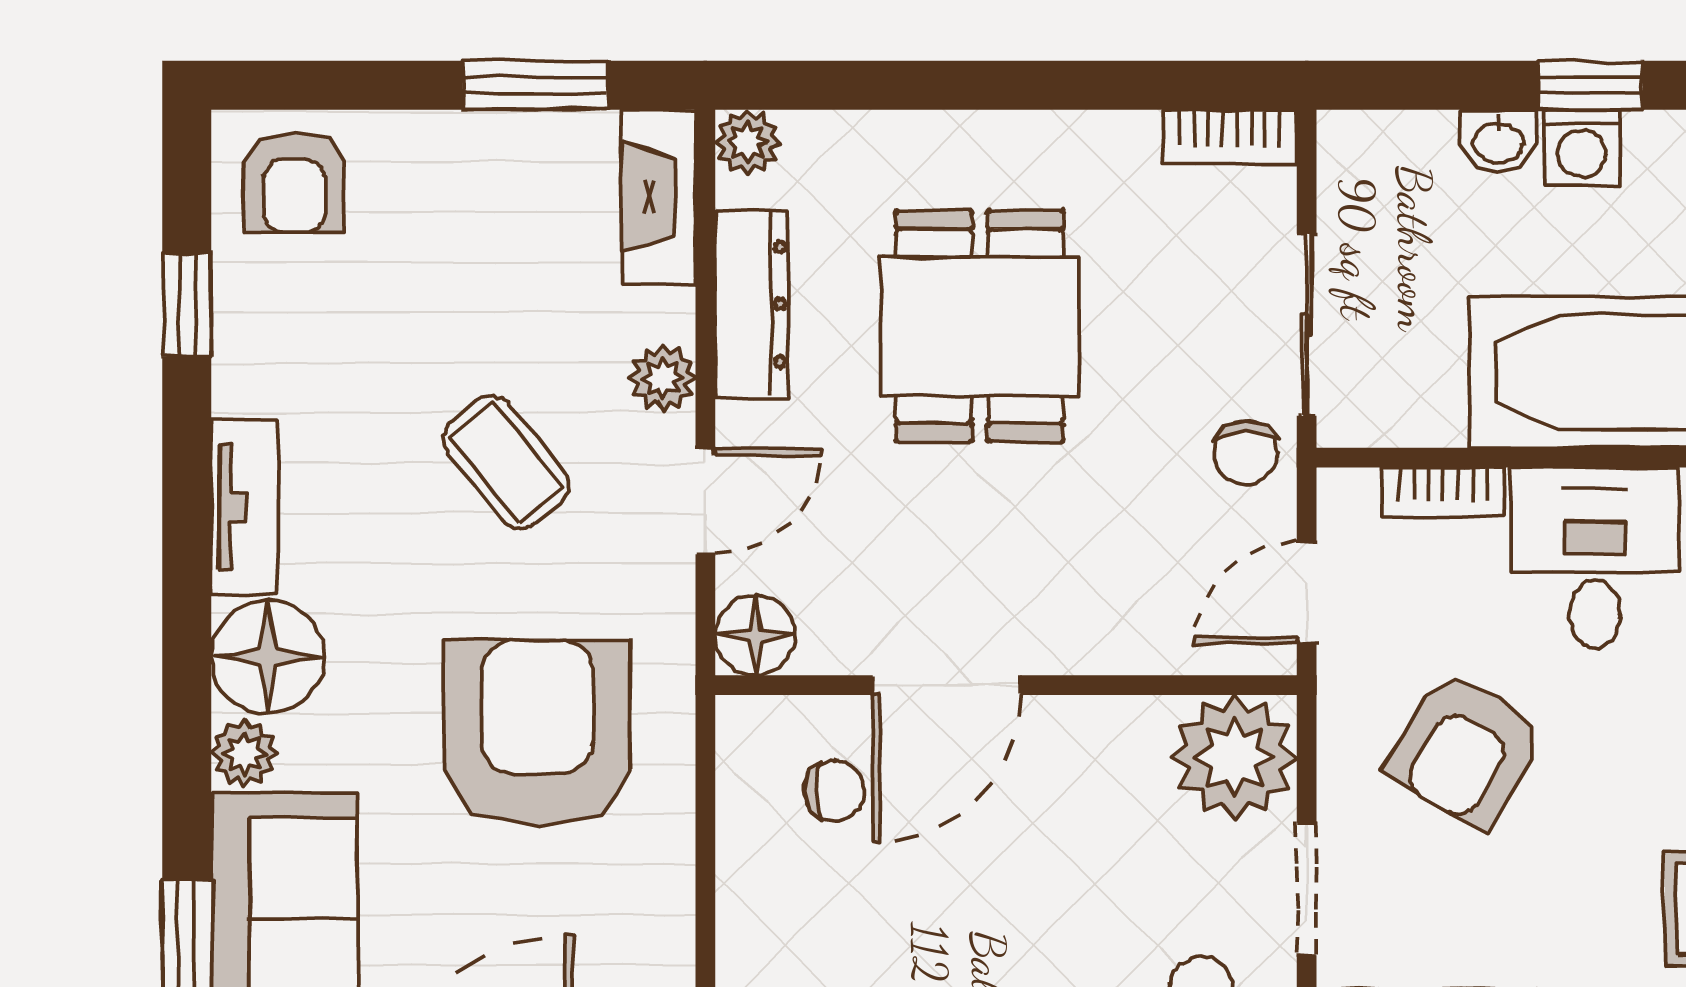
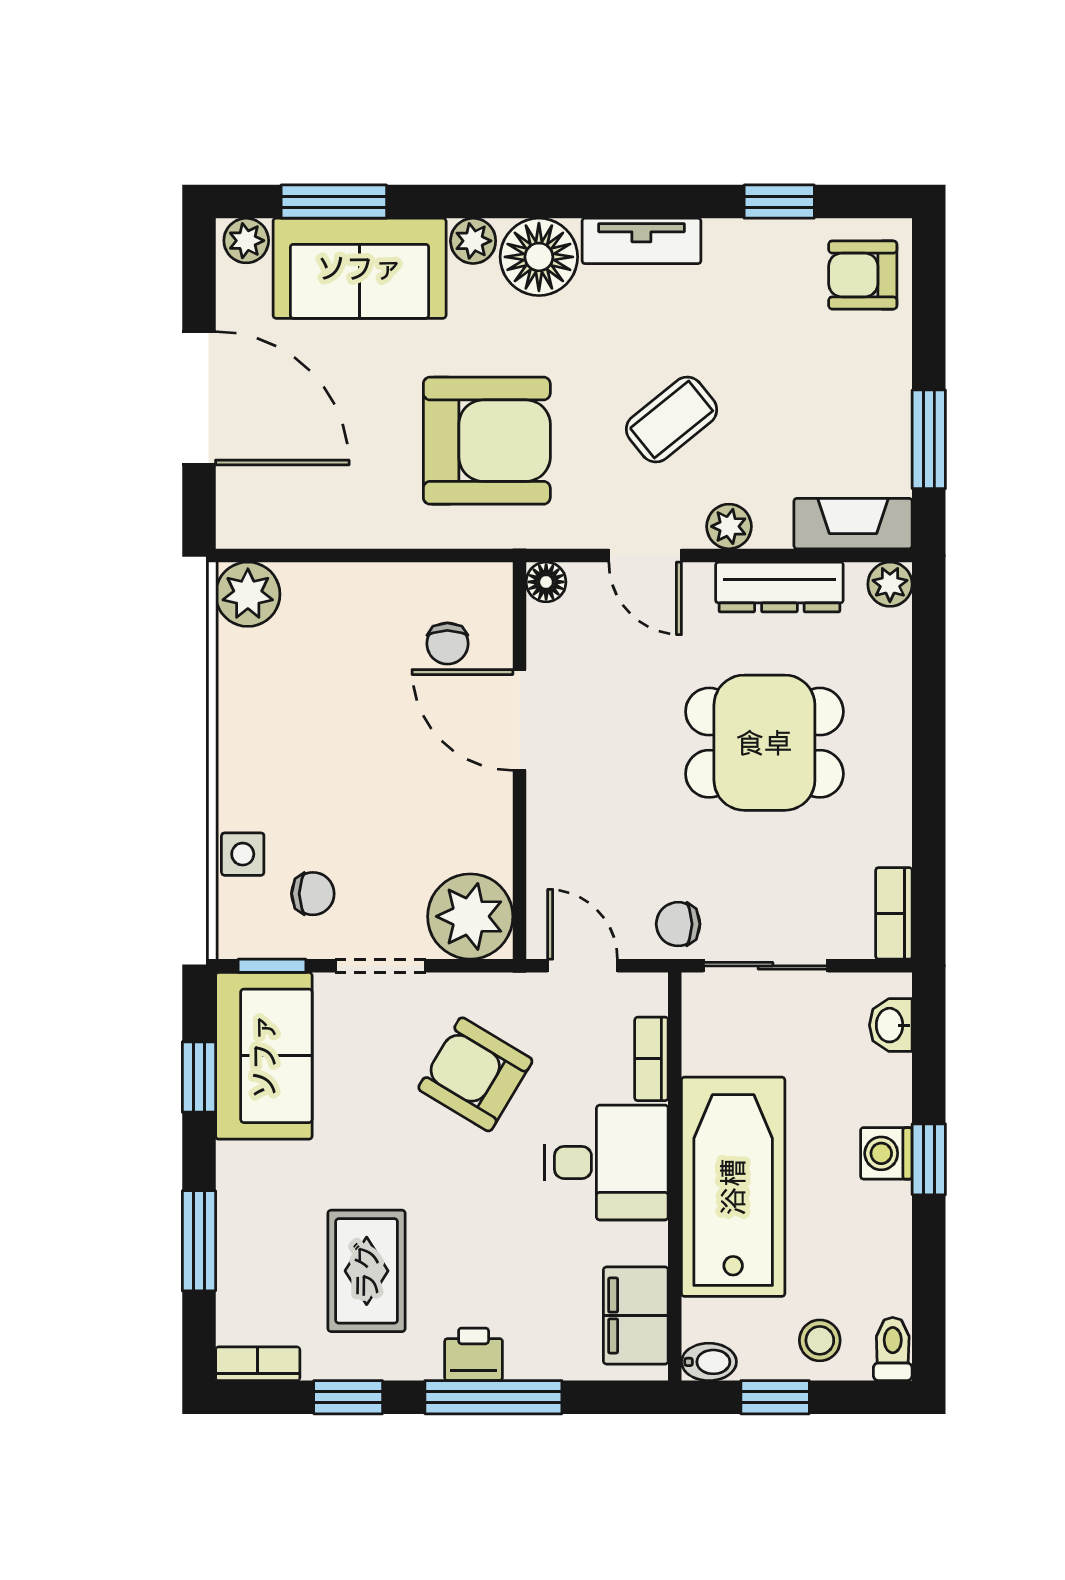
washbasin: (1499, 141) -> (891, 1025), moved
floor lamp: (755, 635) -> (546, 582), width x0.73, depth x0.73

